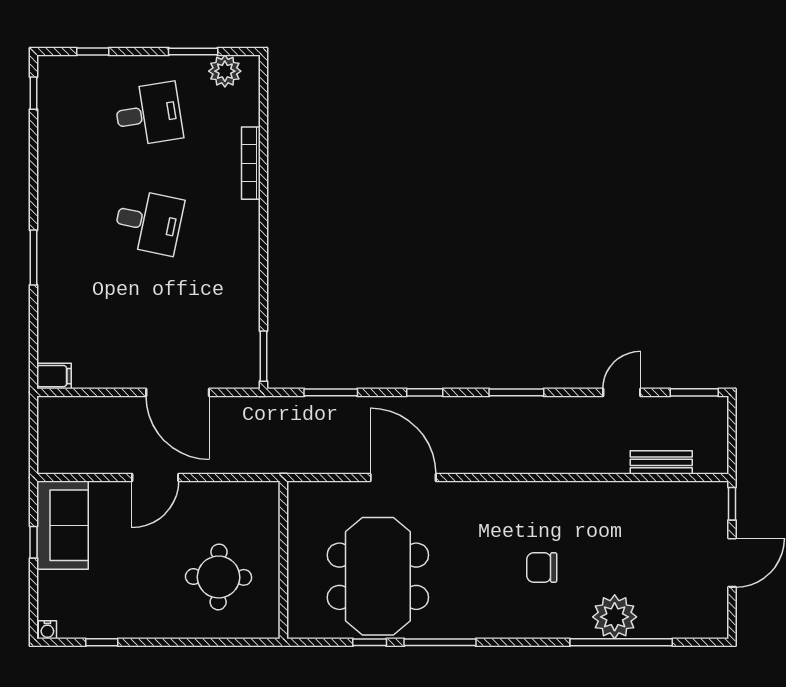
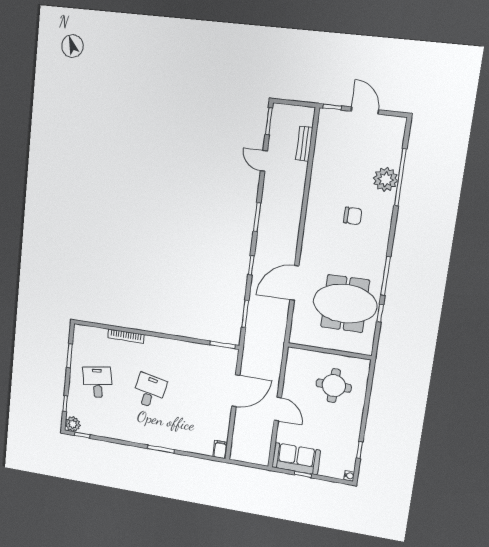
plant: (225, 71) -> (73, 424), moved
chair: (542, 568) -> (353, 216), turned -90

